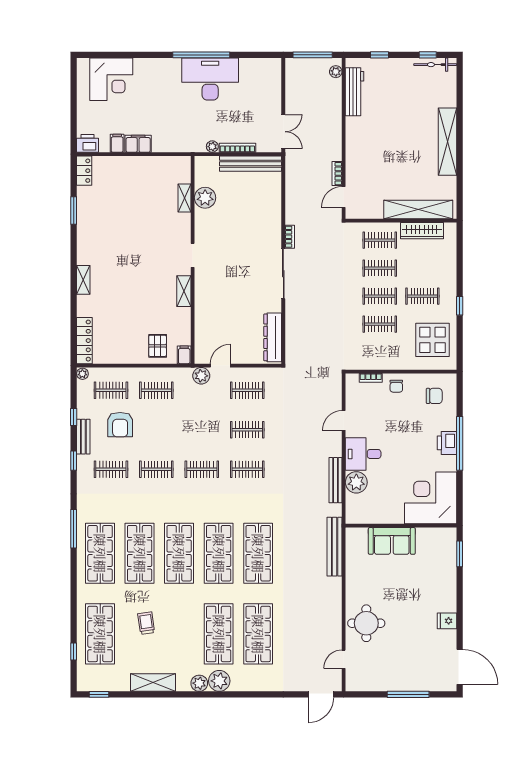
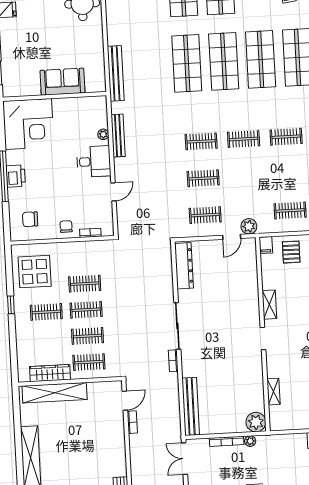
bench: (251, 164) -> (191, 406), moved, turned 90
plant: (205, 198) -> (256, 422), moved
plant: (356, 482) -> (103, 134), width x0.53, depth x0.53

